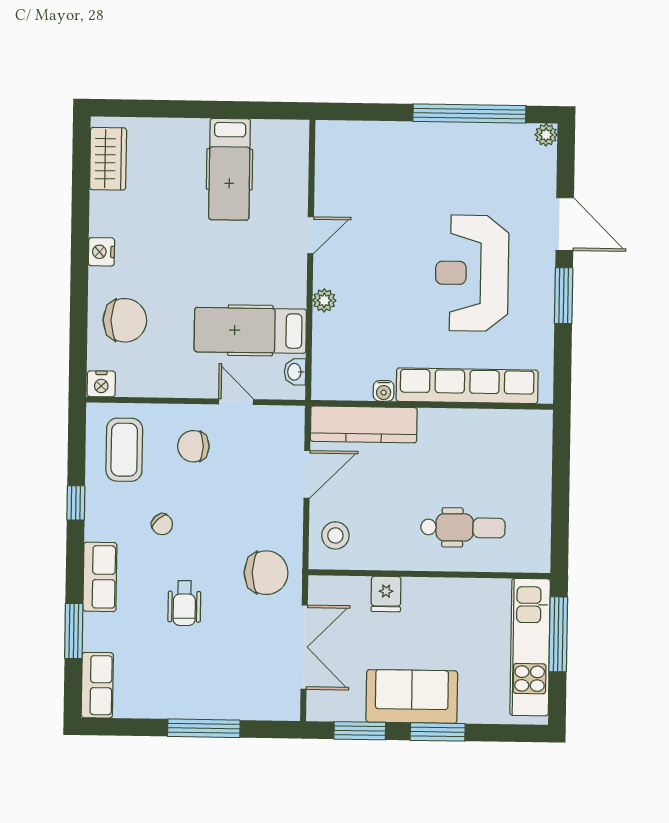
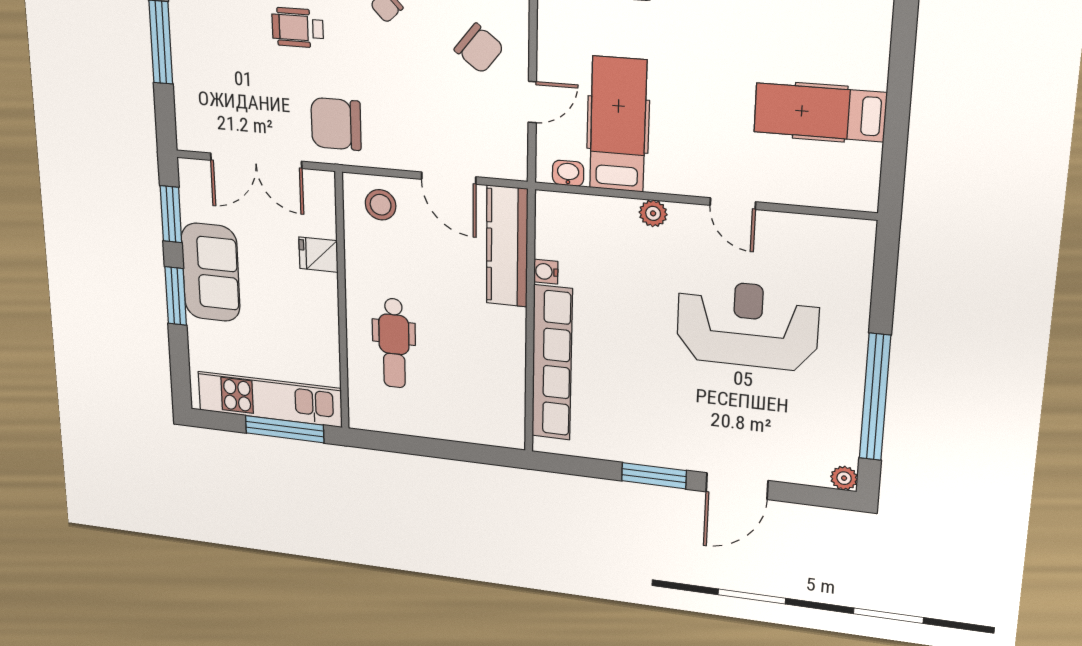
reception desk: (472, 273) -> (747, 325), moved
chair: (193, 446) -> (479, 48), turned 128
chair: (266, 573) -> (336, 124), turned 90

